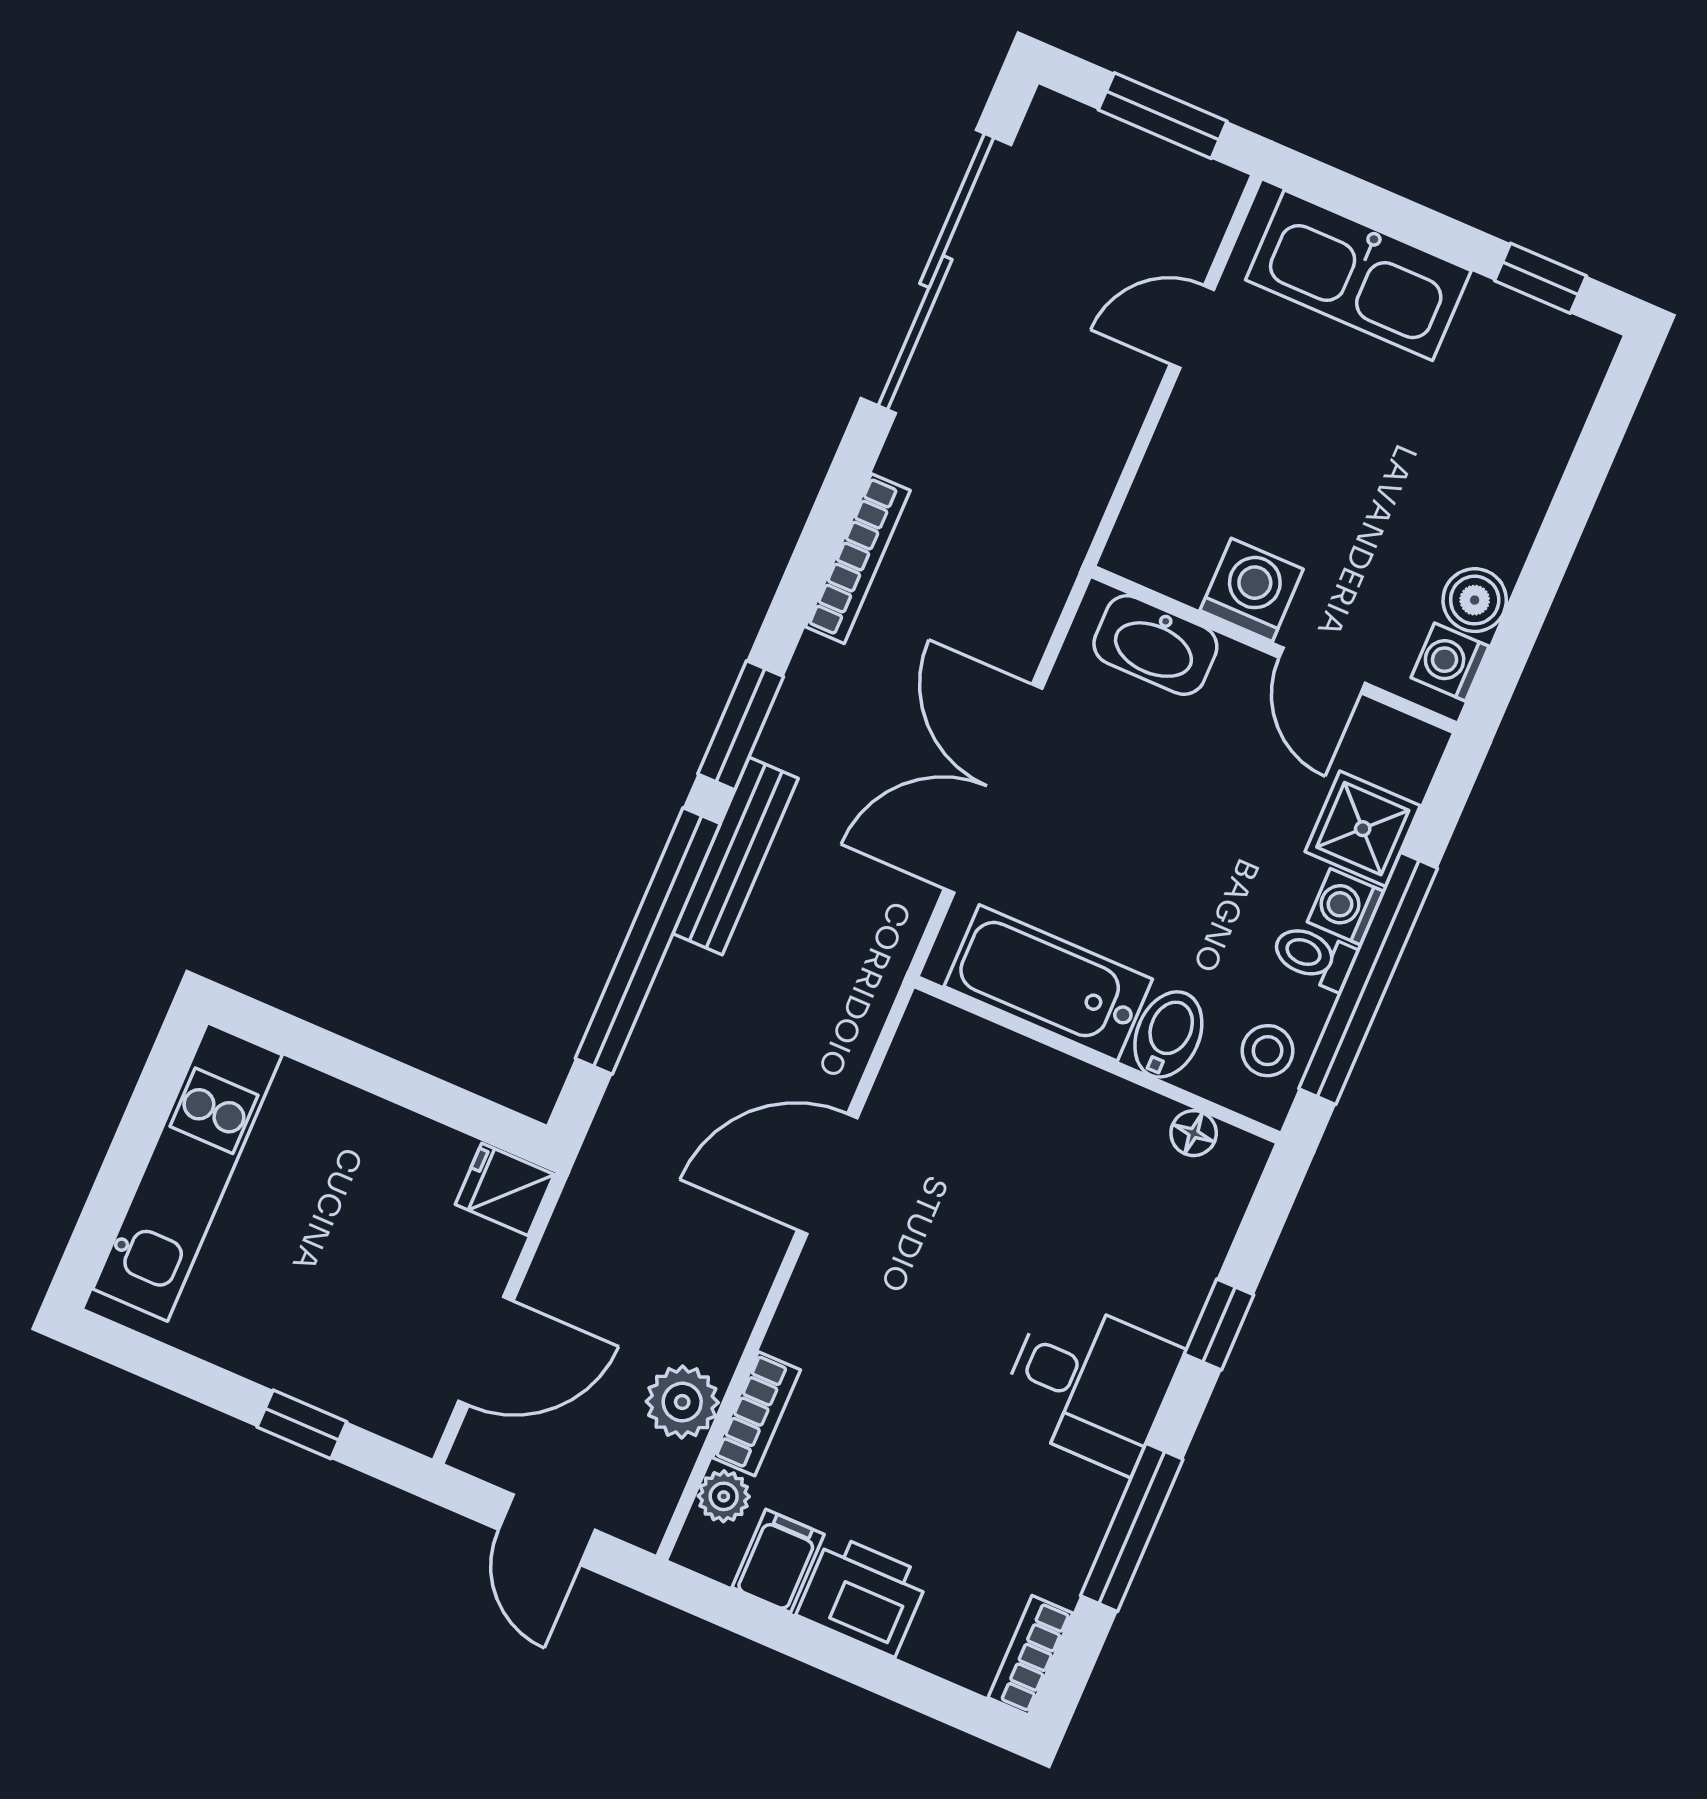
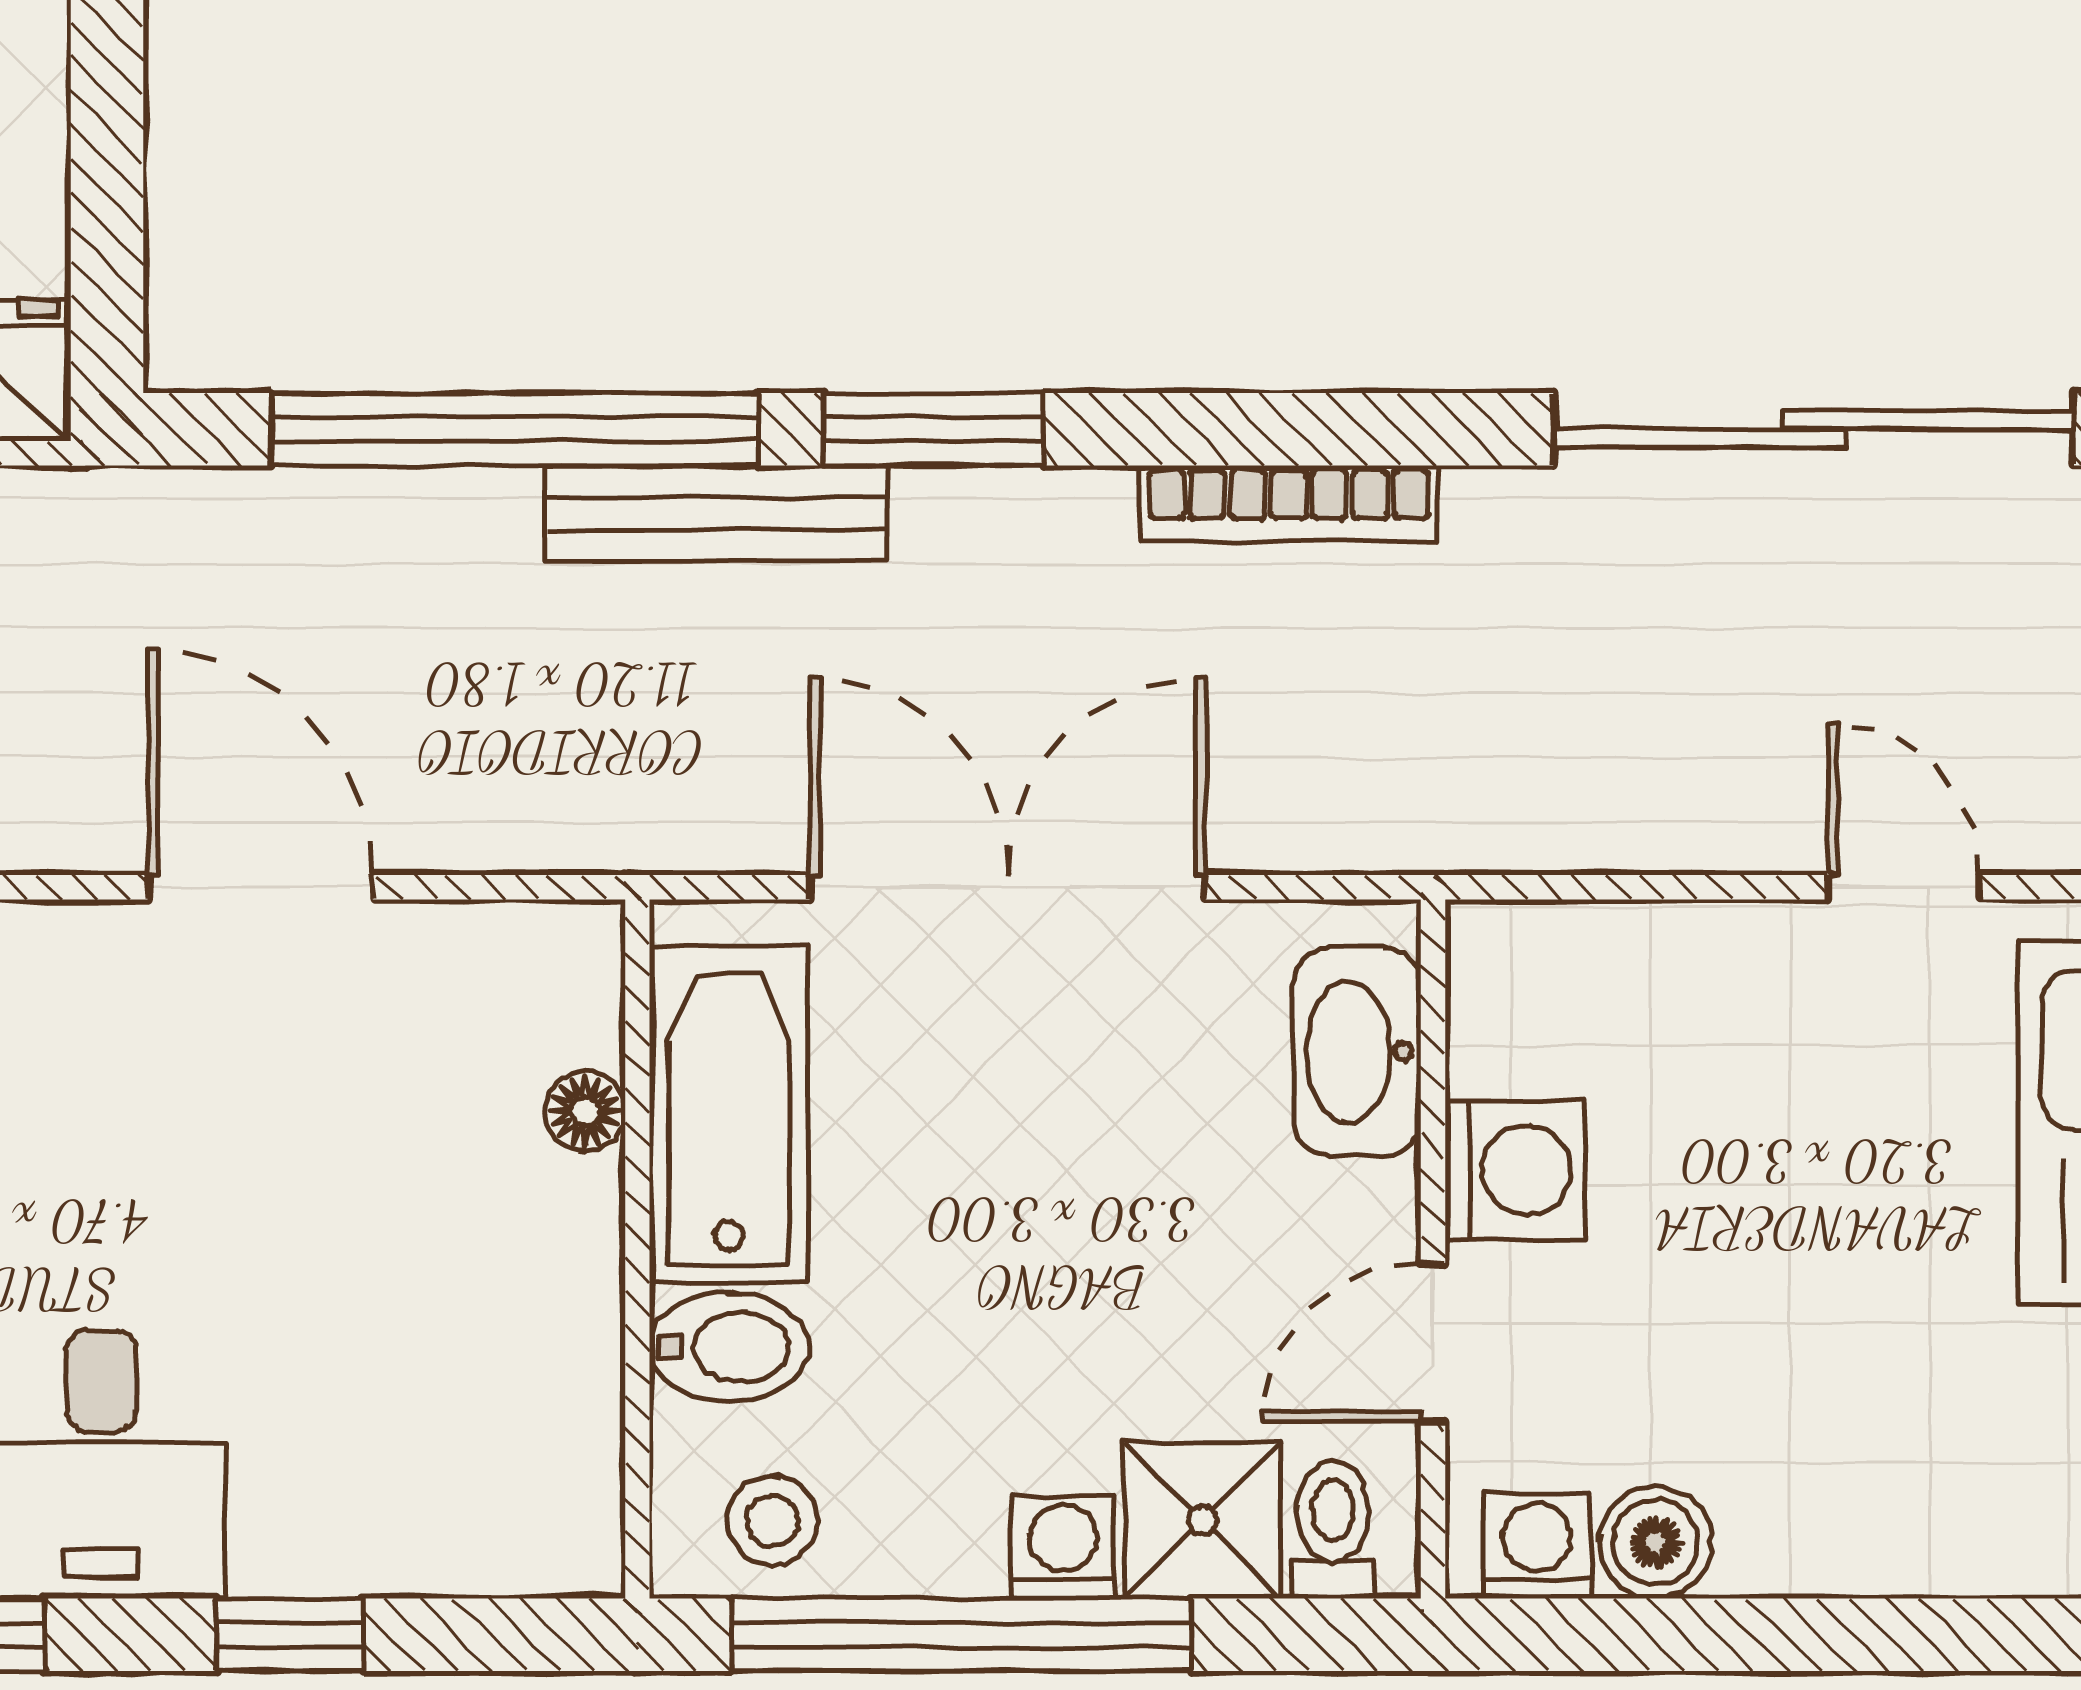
toilet: (1313, 956) -> (1333, 1530), moved
floor lamp: (1194, 1133) -> (585, 1111), moved

